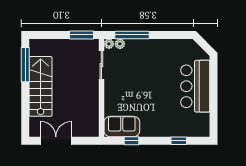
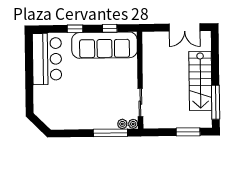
window: (81, 35) -> (188, 132), moved
bar counter: (195, 86) -> (47, 59), moved
sofa: (122, 127) -> (104, 45), width x1.85, depth x1.27
window: (179, 141) -> (75, 29), moved

